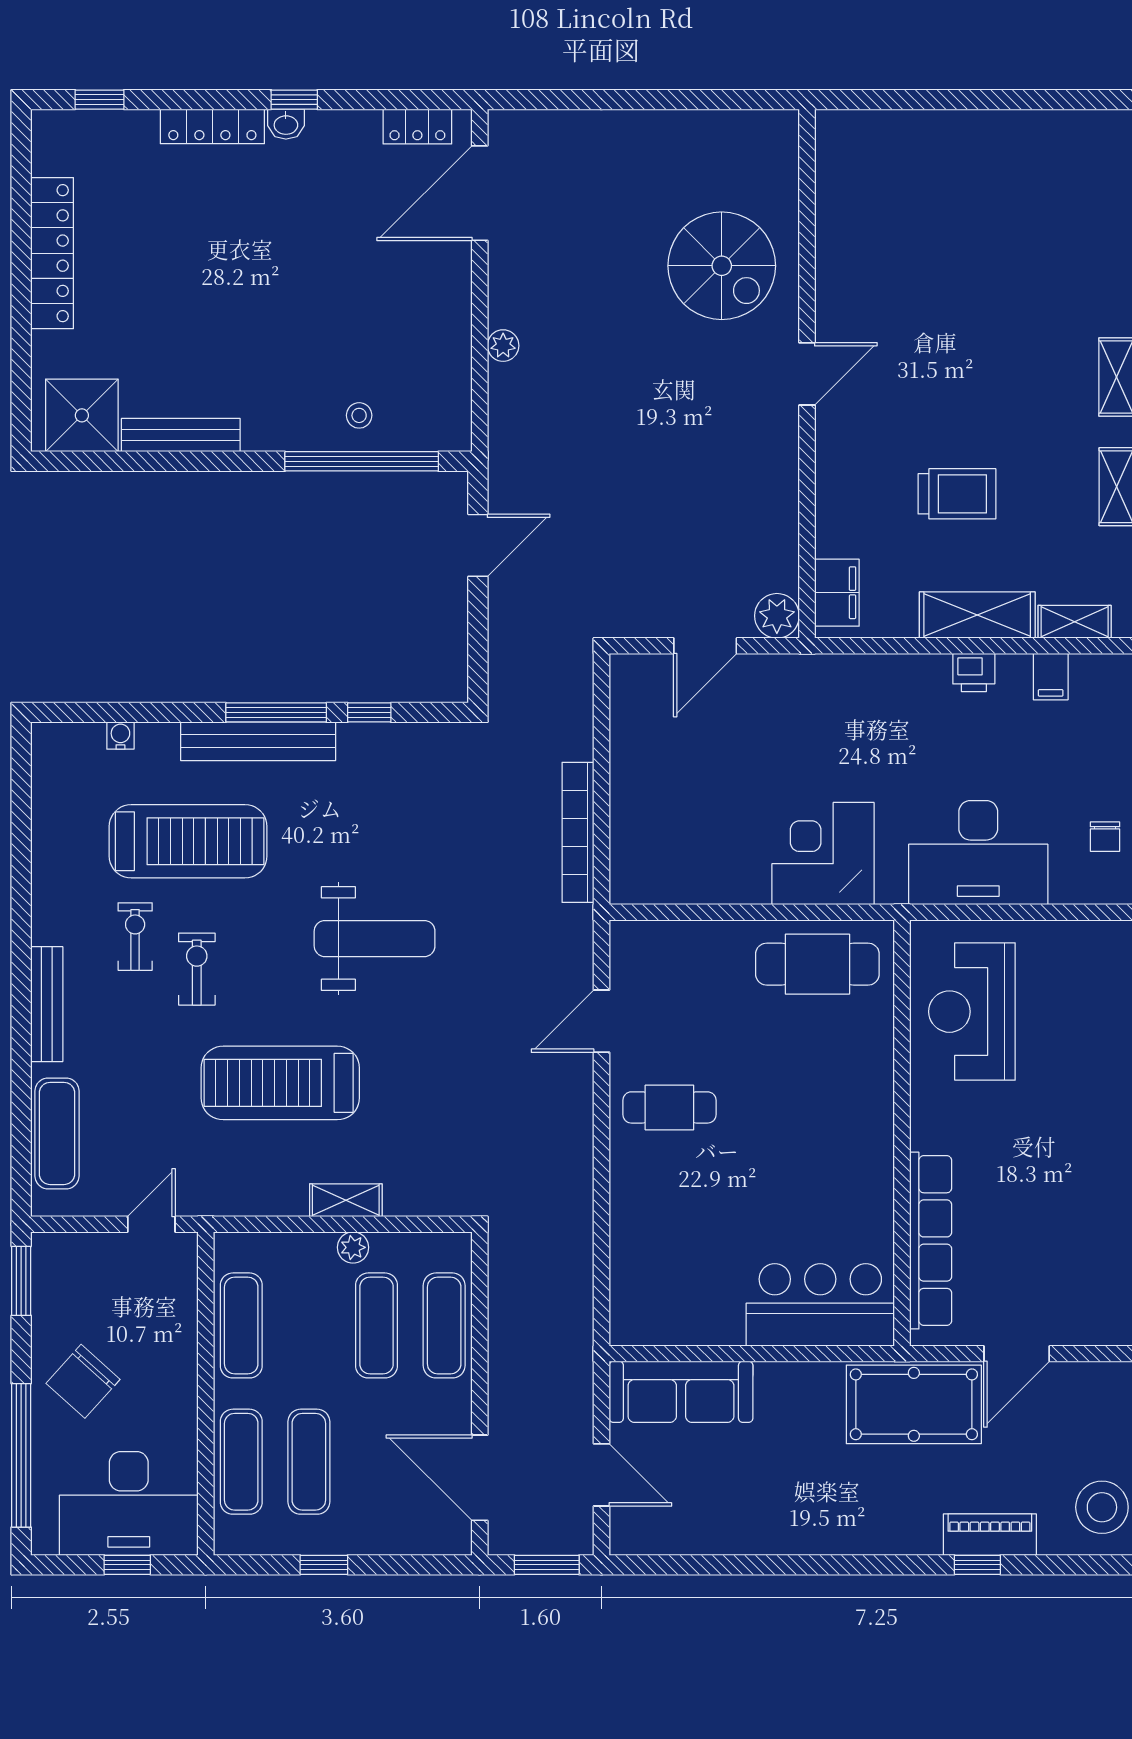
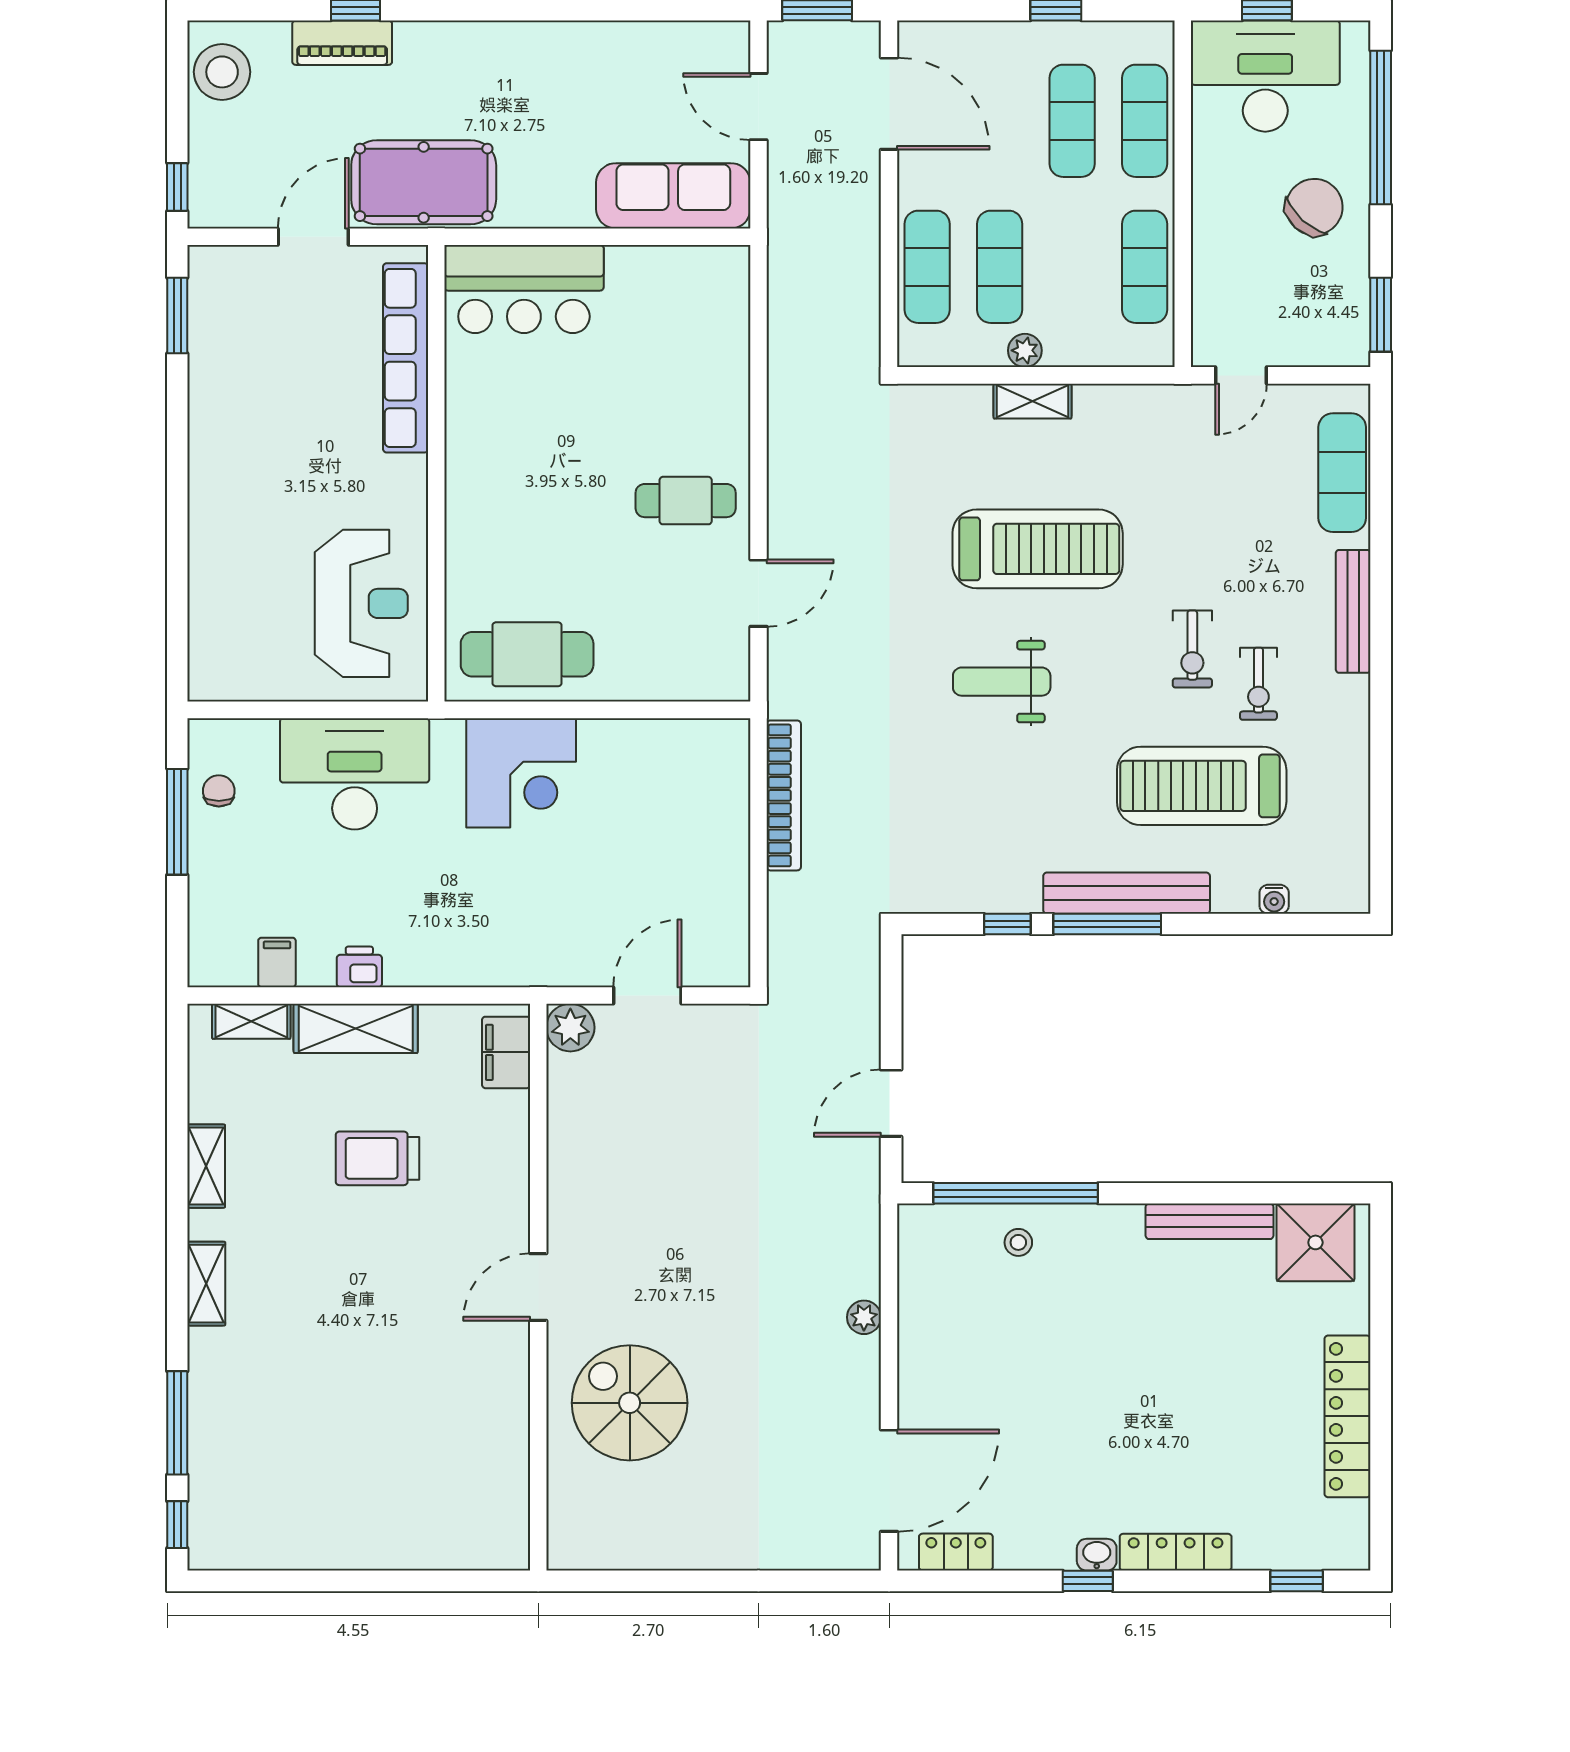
weight bench: (375, 939) -> (1002, 682), width x0.73, depth x0.75
treadmill: (280, 1083) -> (1038, 549), moved

